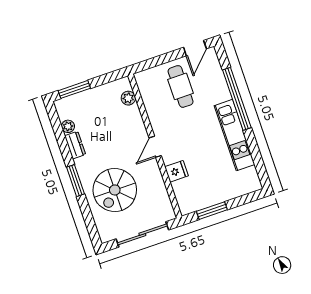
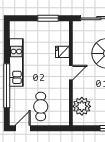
plant: (128, 98) -> (82, 106), width x1.87, depth x1.87

